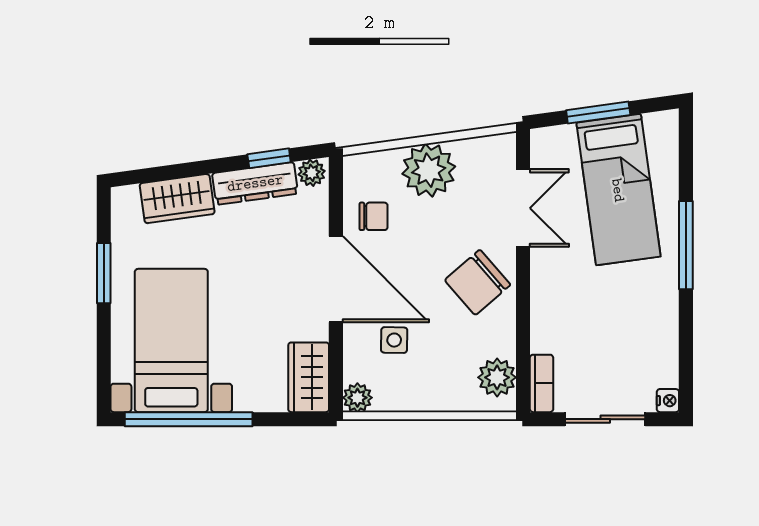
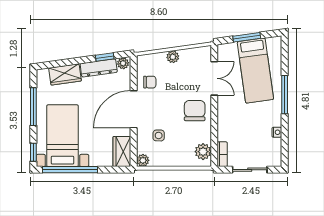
plant: (429, 170) -> (173, 57), width x0.53, depth x0.53
window: (104, 273) -> (33, 107), width x1.44
door: (336, 279) -> (134, 109), swing flipped
chair: (478, 282) -> (195, 111), turned 131
window: (104, 379) -> (33, 152), added
nightstand: (668, 401) -> (277, 132), moved

